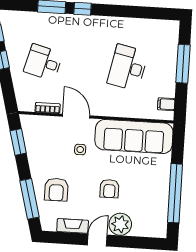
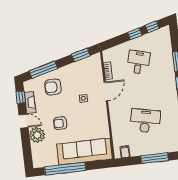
sofa: (134, 136) -> (85, 152), moved, turned 90
window: (63, 238) -> (21, 97), added

